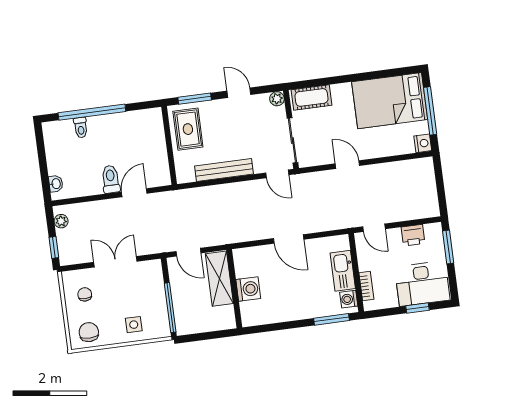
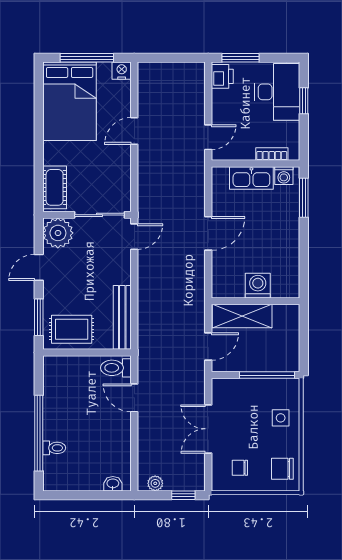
plant: (277, 99) -> (58, 233), width x1.88, depth x1.88
door: (347, 165) -> (134, 131), moved
bench: (224, 170) -> (122, 317), moved
toilet: (111, 179) -> (116, 368), moved
printer: (413, 235) -> (222, 76), moved

